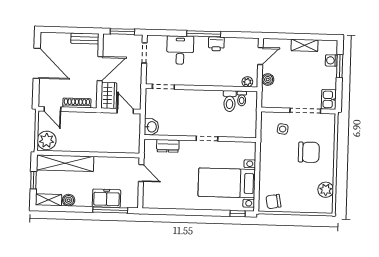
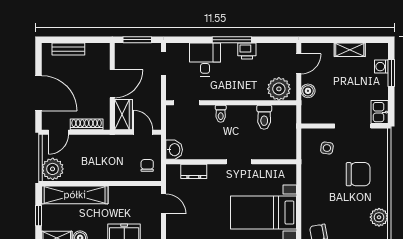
bench: (85, 38) -> (68, 49), moved
door: (37, 63) -> (38, 93), moved
plant: (247, 82) -> (279, 89), width x1.88, depth x1.88
toilet: (242, 98) -> (221, 114), moved
door: (52, 109) -> (58, 132), hinge flipped
chair: (128, 140) -> (147, 165), added

